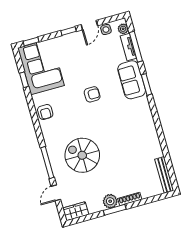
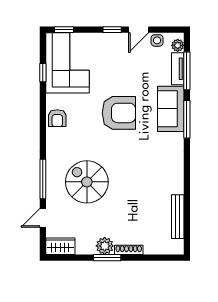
window: (146, 84) -> (187, 119), width x1.44
armchair: (92, 94) -> (119, 113), width x1.88, depth x1.88
bench: (164, 175) -> (178, 217), moved

